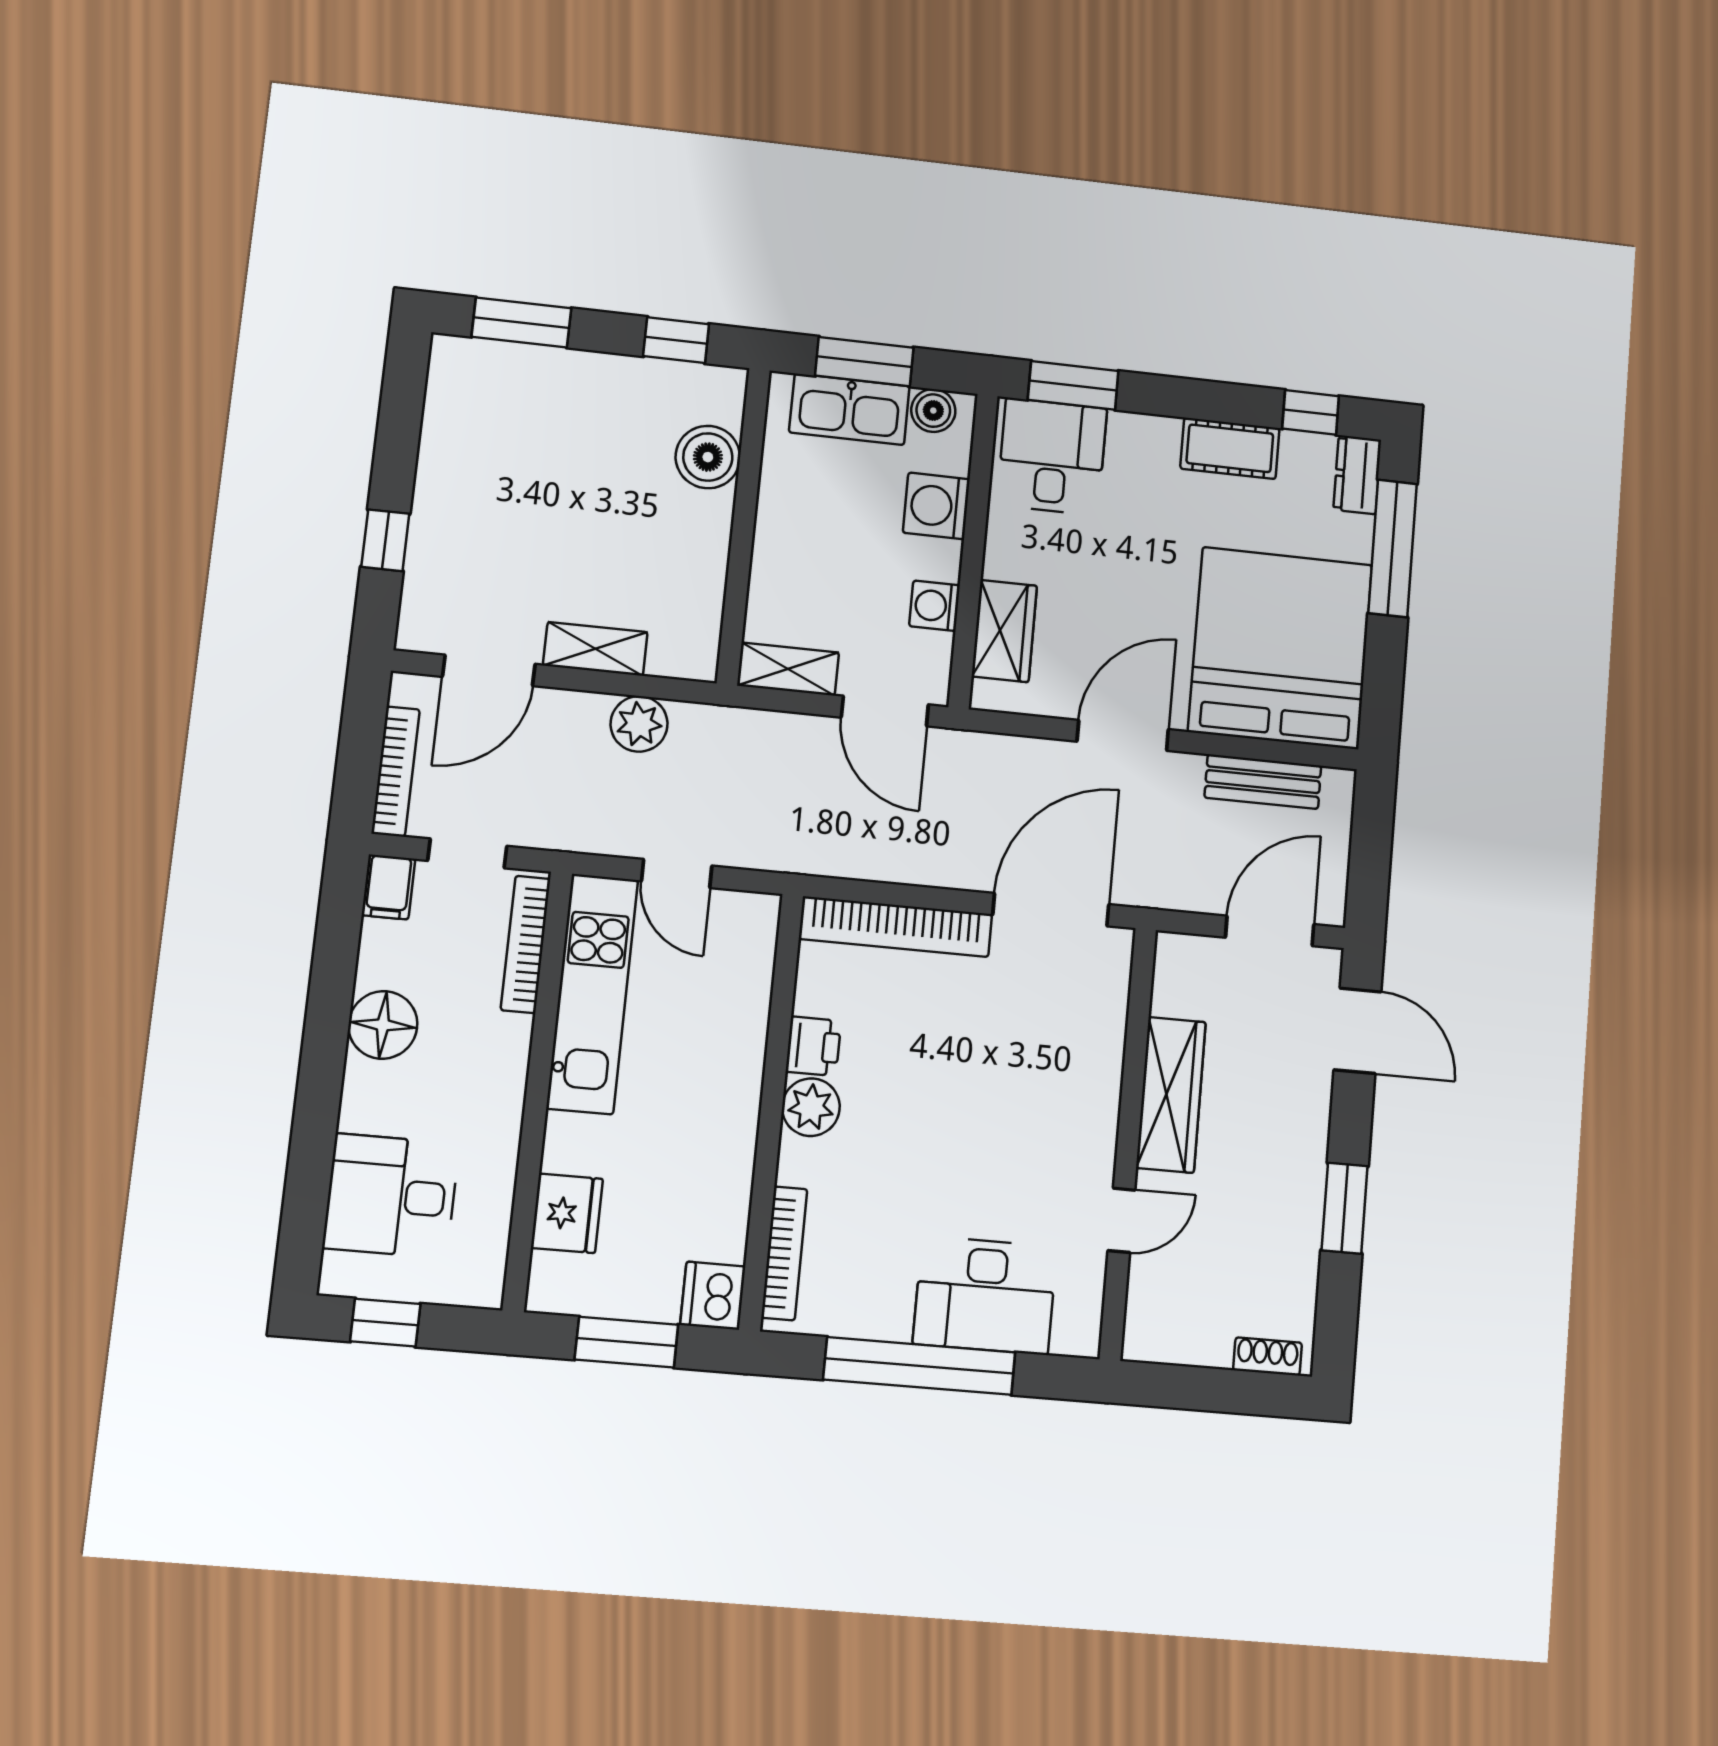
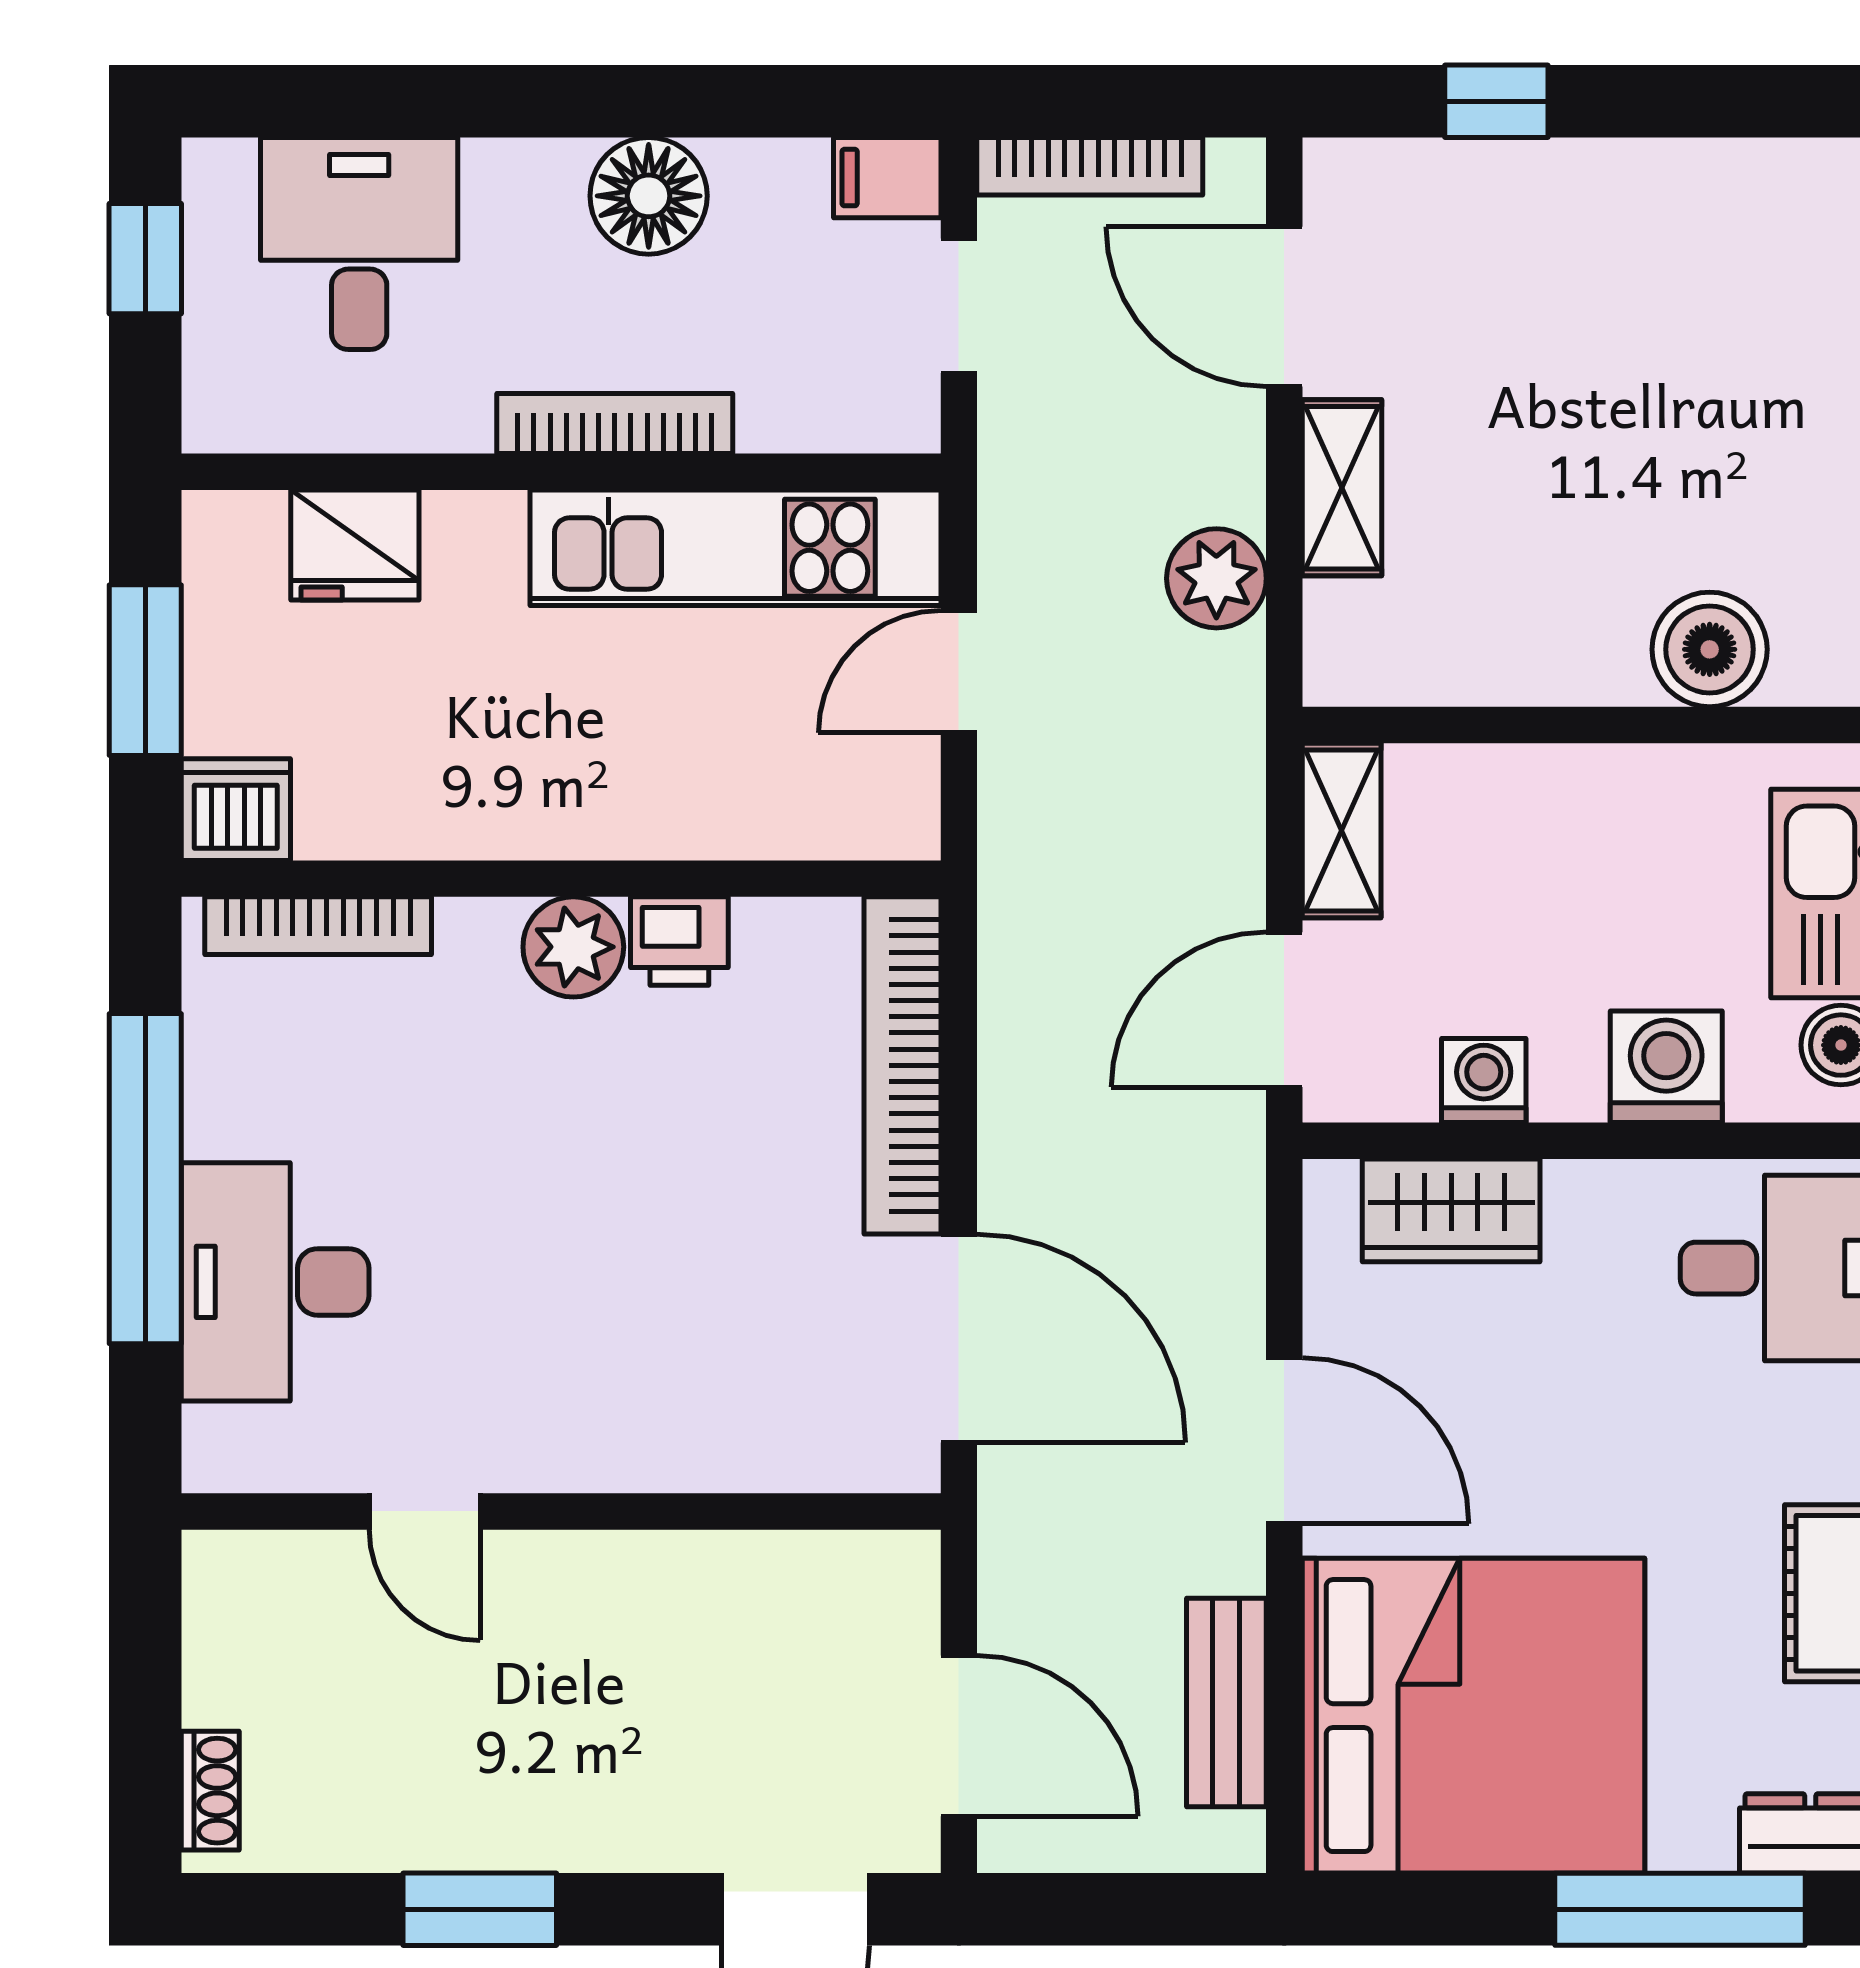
bookcase: (526, 944) -> (615, 424), moved
wardrobe: (1171, 1095) -> (652, 1581), removed

